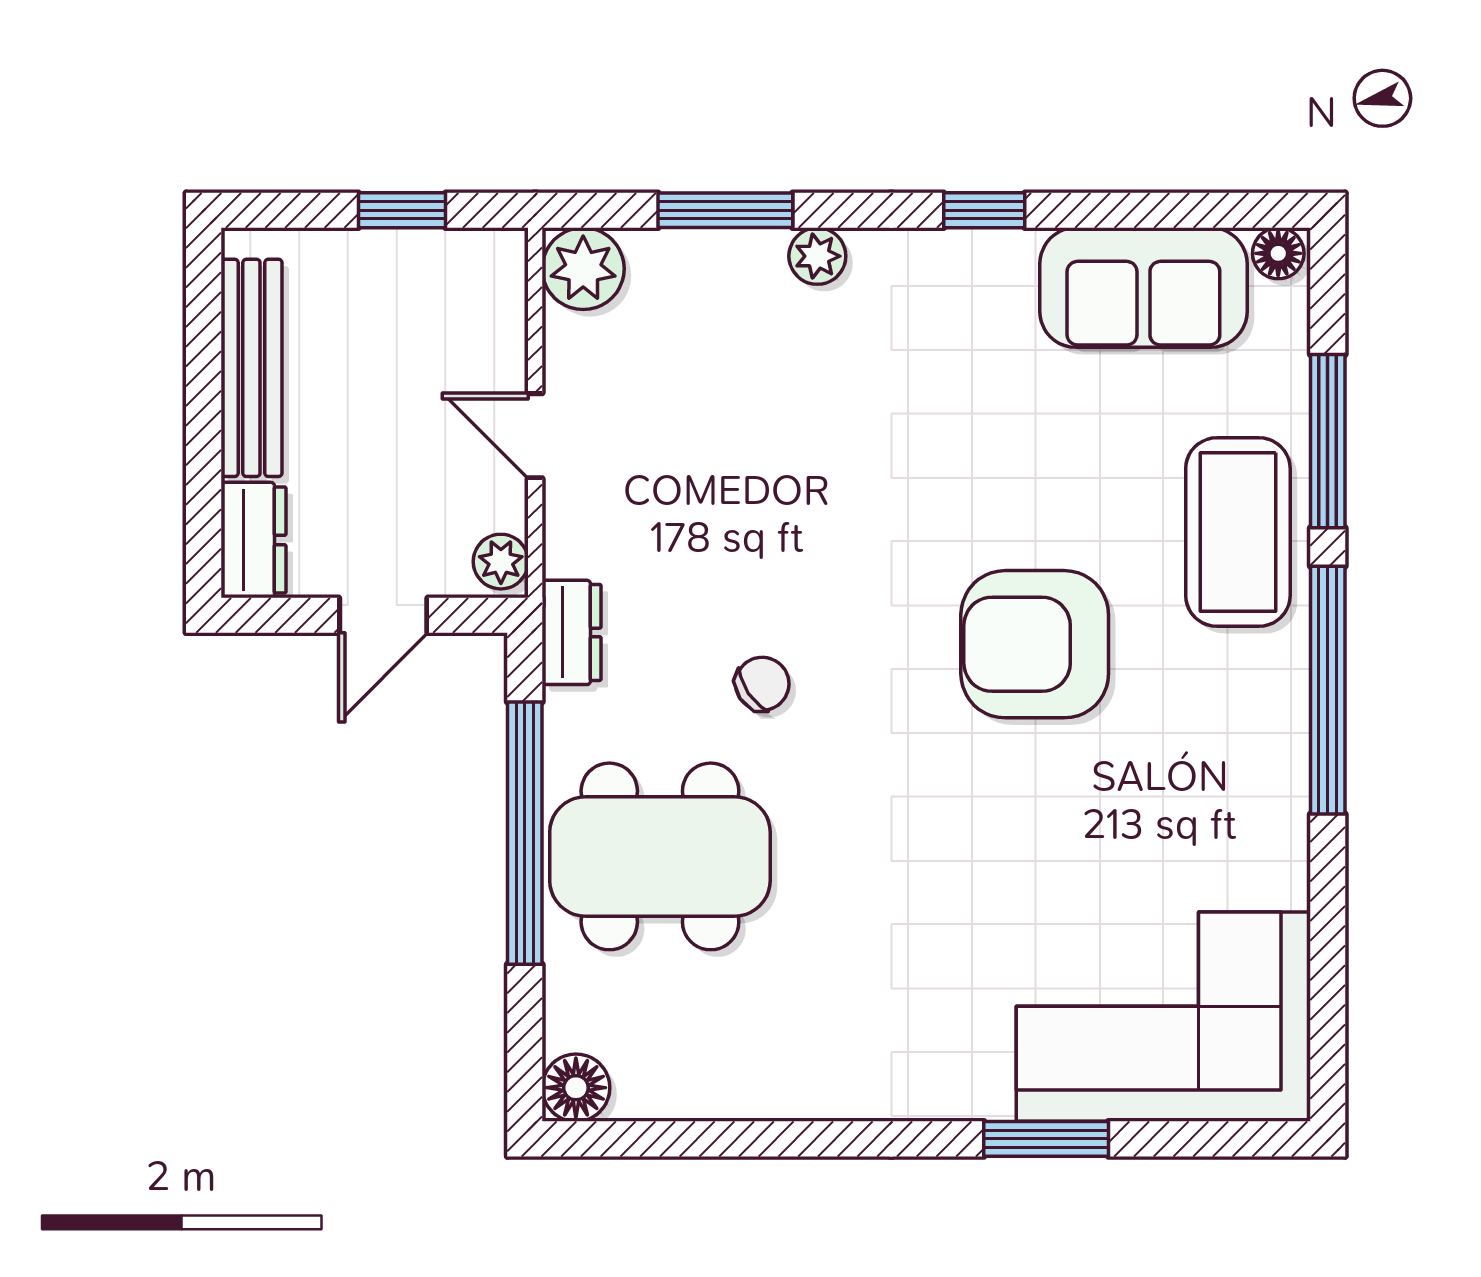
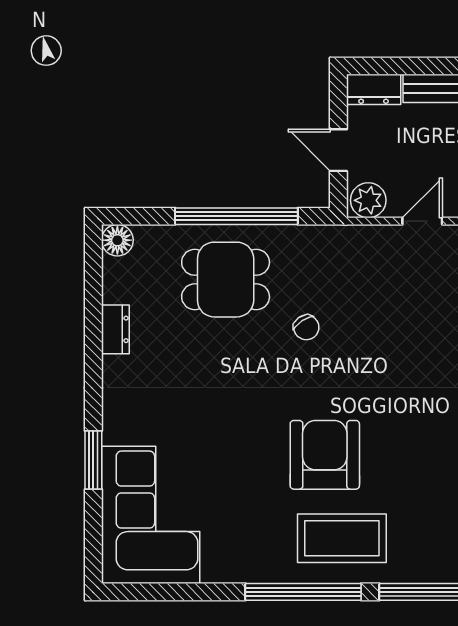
coffee table: (1238, 532) -> (342, 538), moved
plant: (501, 562) -> (368, 200), width x1.38, depth x1.38
dresser: (572, 632) -> (115, 329), moved, turned -90
dining table: (660, 856) -> (226, 280), width x0.73

